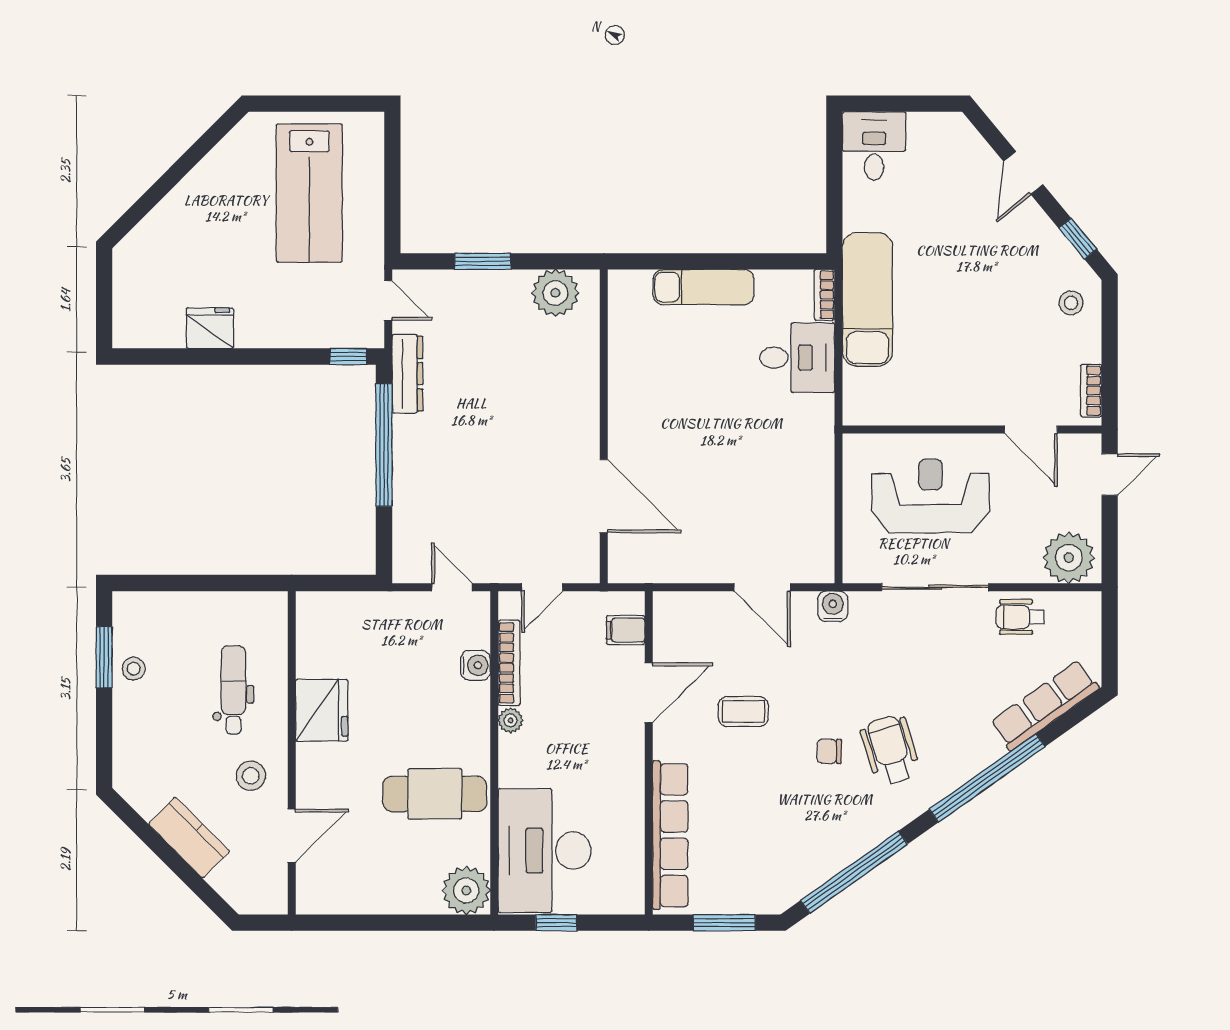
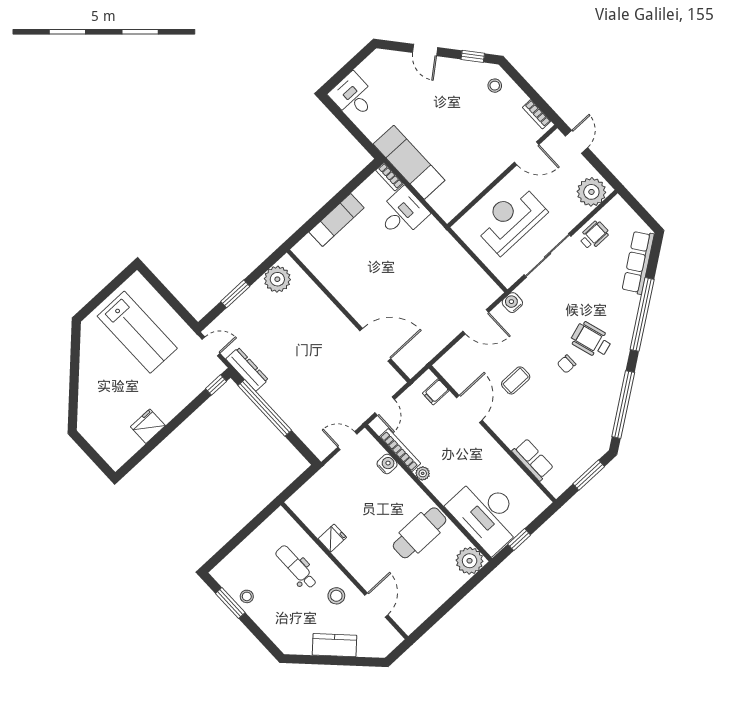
wheelchair: (1020, 617) -> (594, 235), turned 180
fridge: (322, 710) -> (332, 538), width x0.53, depth x0.75
row of seats: (670, 835) -> (533, 460), width x0.50

